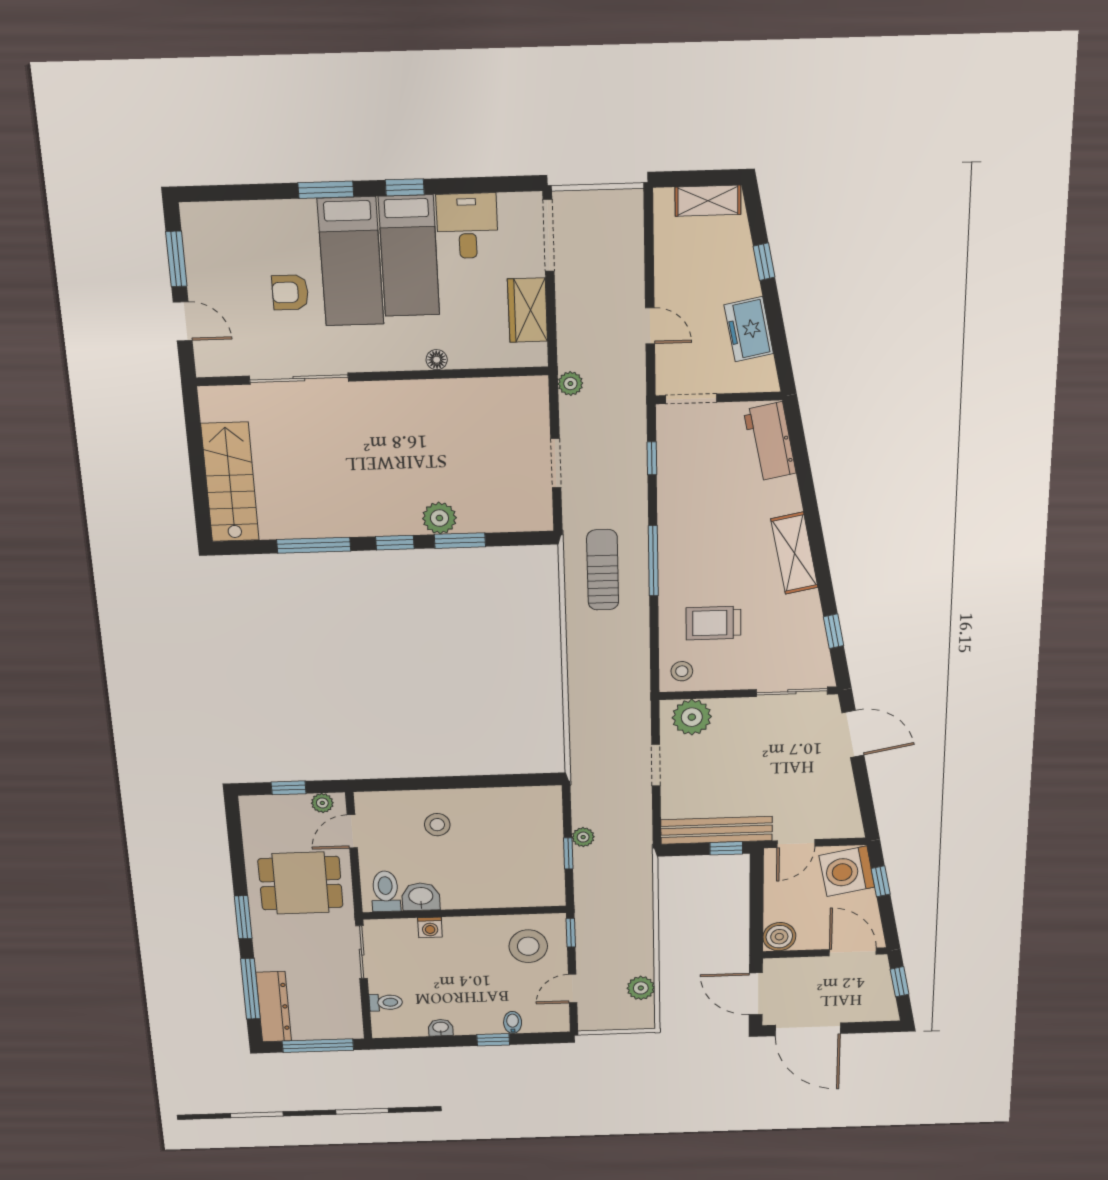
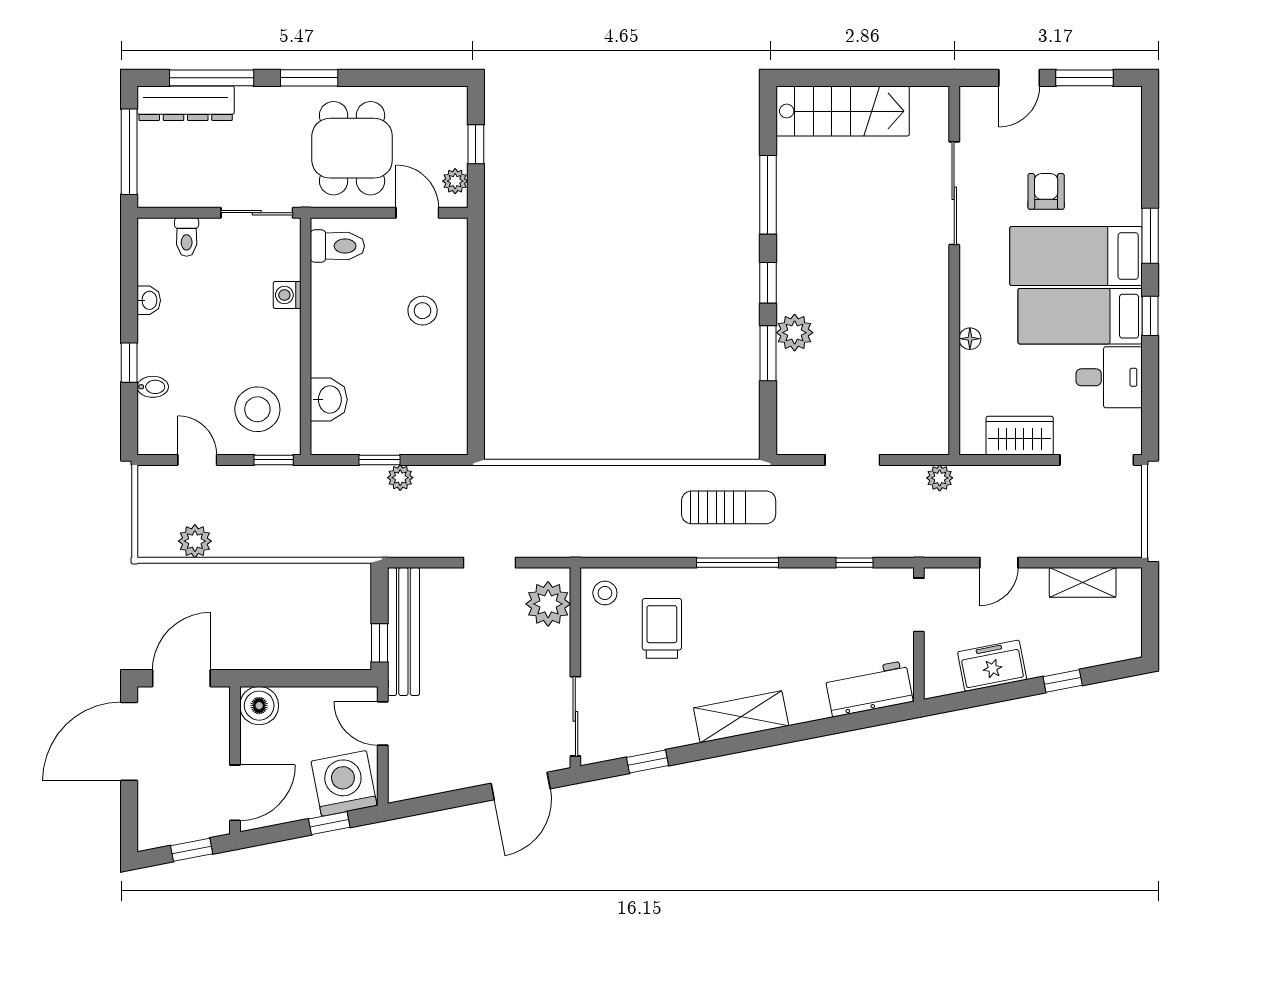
shelving: (708, 201) -> (1083, 582), moved, turned 90
washbasin: (421, 897) -> (329, 400), moved

